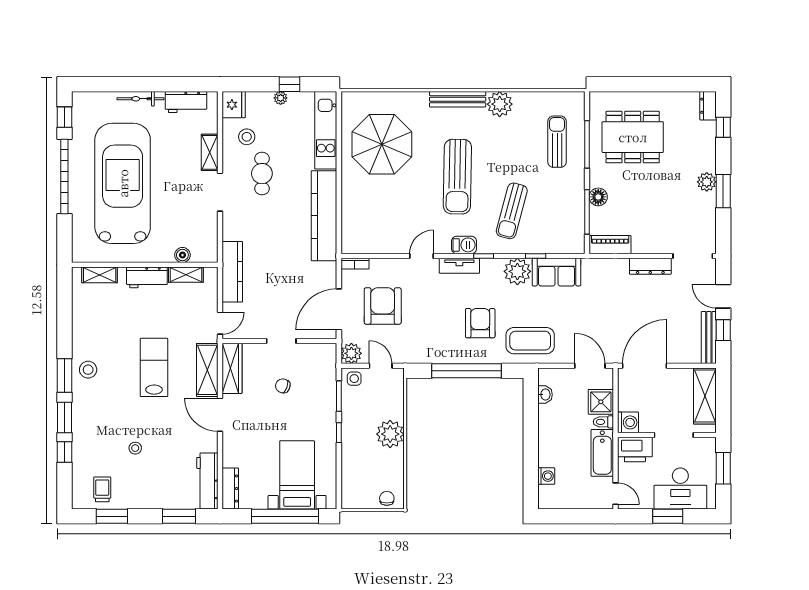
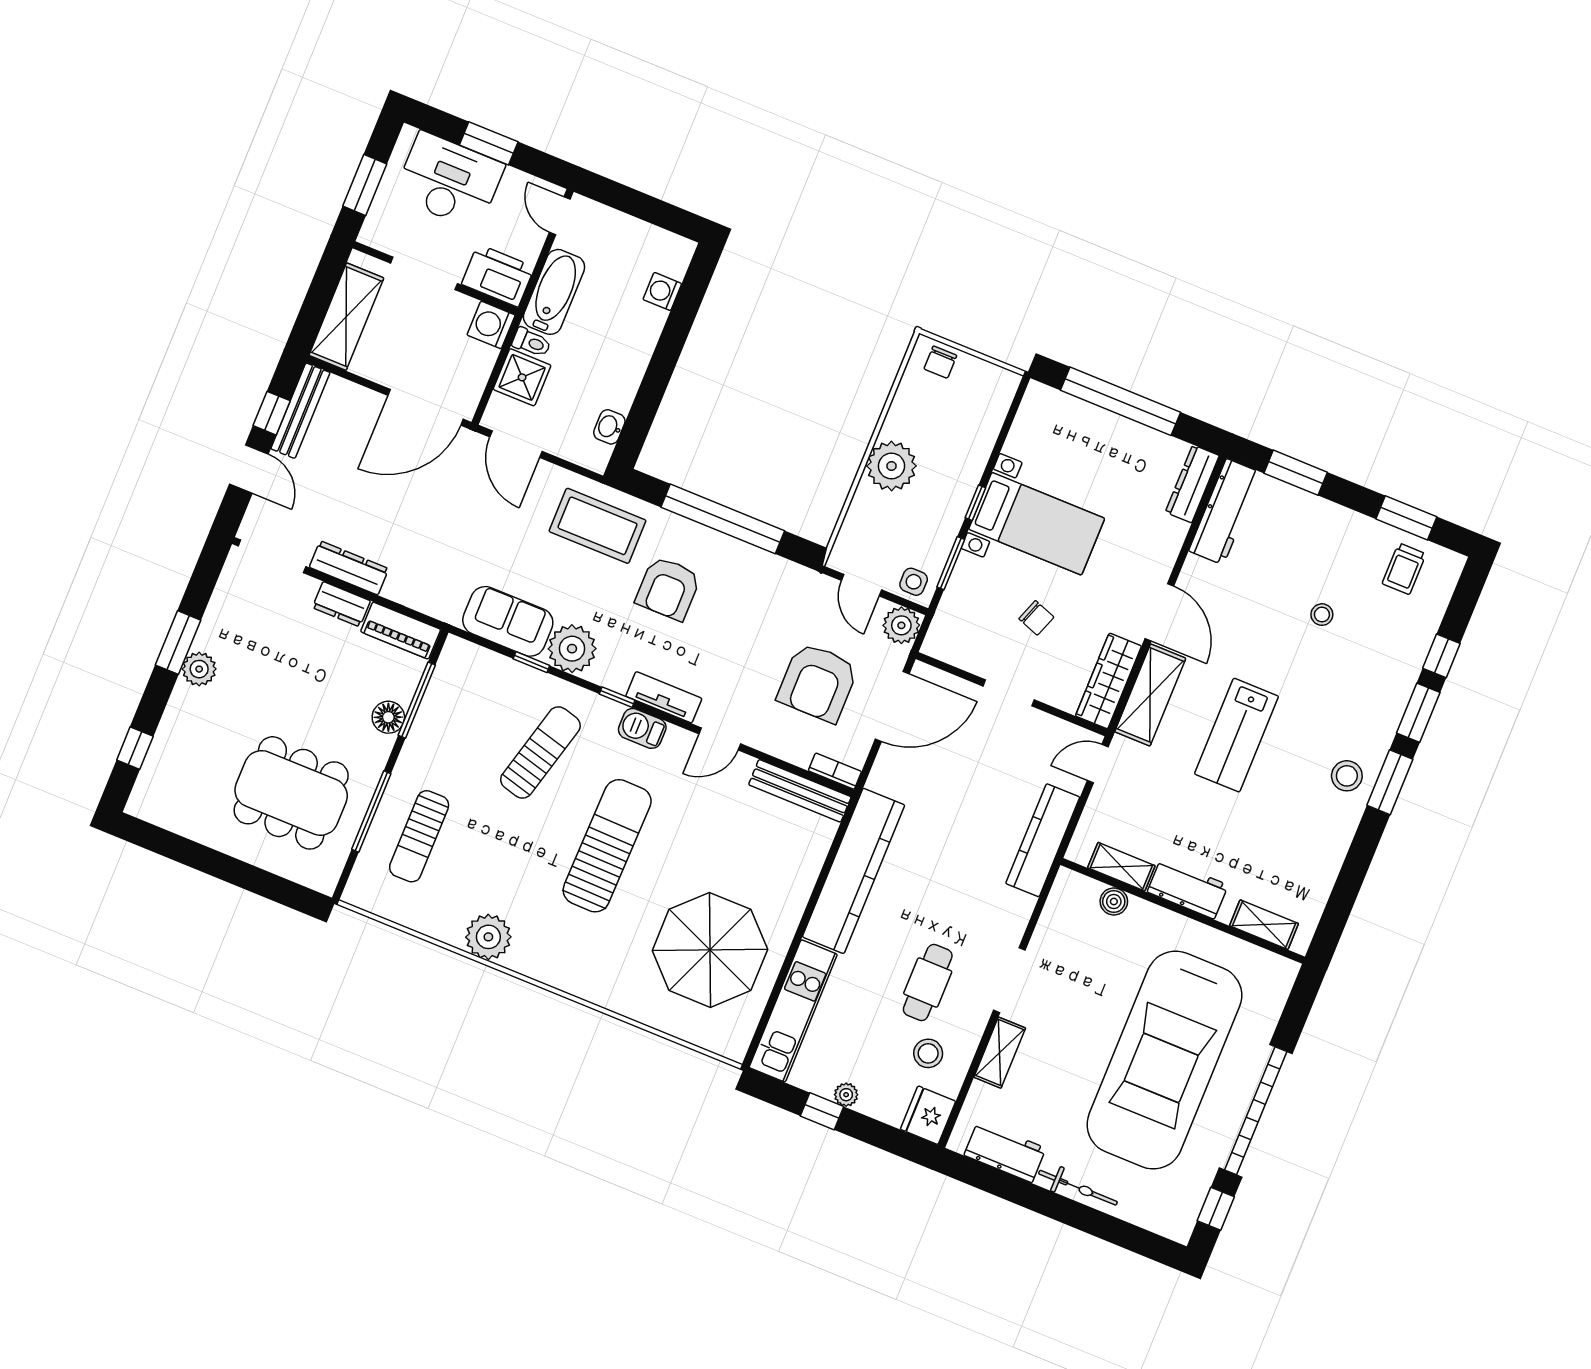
bench: (458, 99) -> (800, 791), moved
dresser: (708, 106) -> (341, 604), moved, turned 90
bed with nightstands: (297, 475) -> (1037, 524), moved, turned -90

